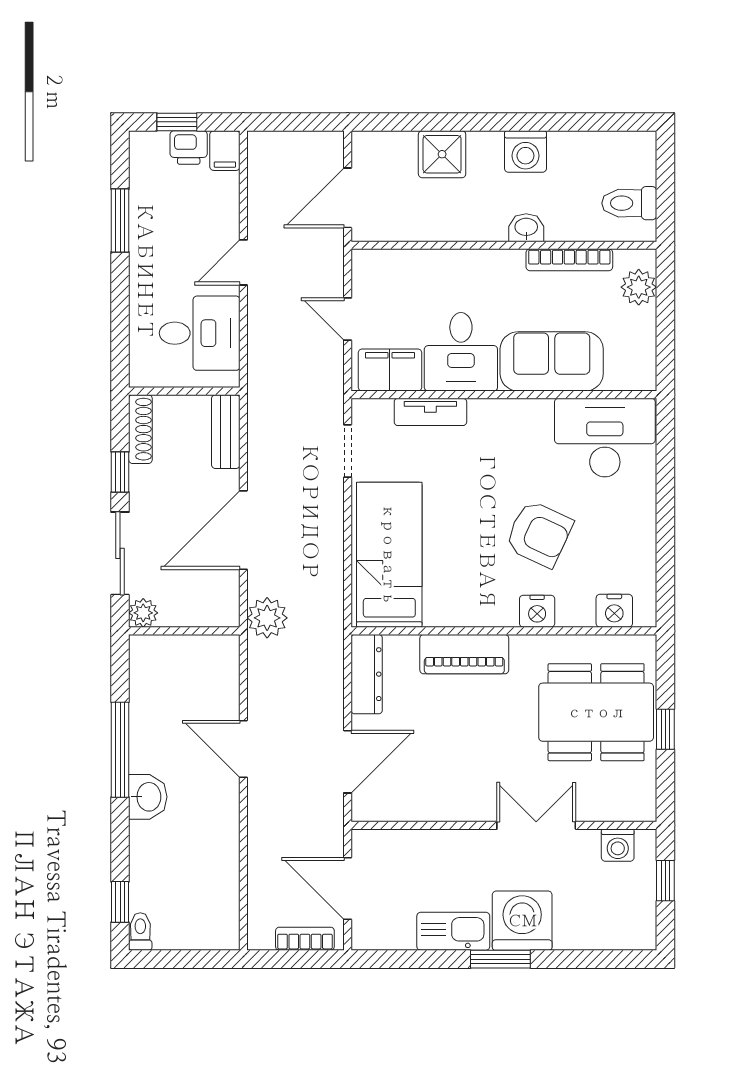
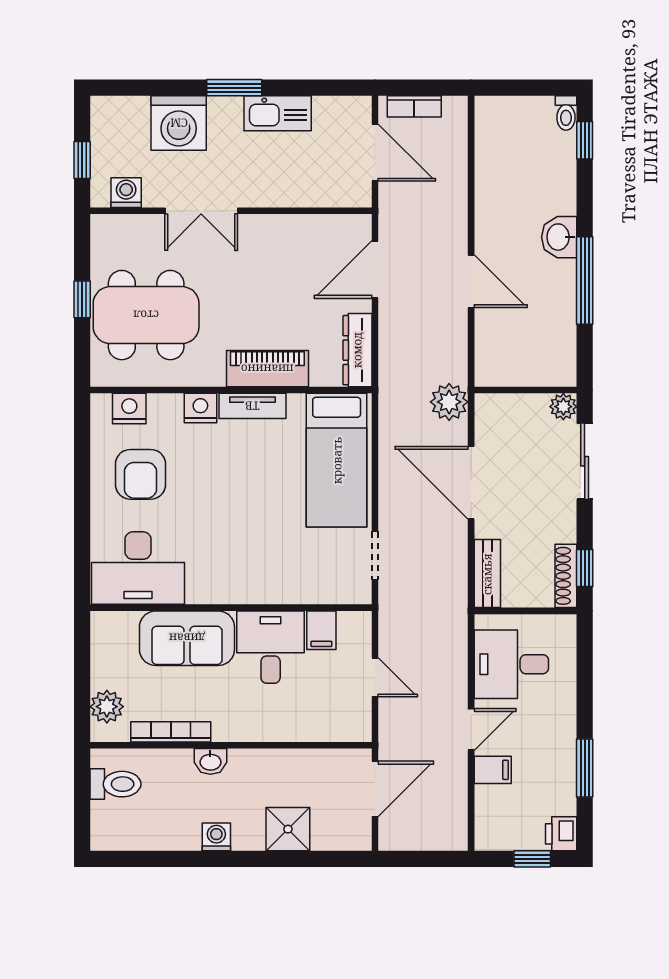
printer: (189, 147) -> (561, 834), moved, turned -90
filing cabinet: (225, 151) -> (493, 770), moved, turned 90
washing machine: (525, 152) -> (216, 837), width x0.73, depth x0.73
filing cabinet: (390, 370) -> (321, 630), width x0.50
tv unit: (430, 412) -> (252, 406), moved, turned 180
window: (120, 472) -> (585, 568), moved
door: (243, 530) -> (471, 483), swing flipped
armchair: (539, 534) -> (141, 474), moved, turned -115
washing machine: (522, 921) -> (179, 123), moved

